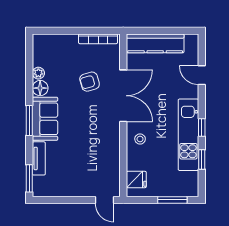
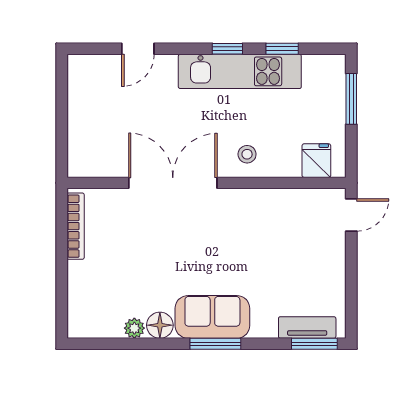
kitchen counter: (155, 43) -> (83, 128), removed
armchair: (90, 82) -> (149, 241), removed
tv unit: (39, 158) -> (307, 328), moved

